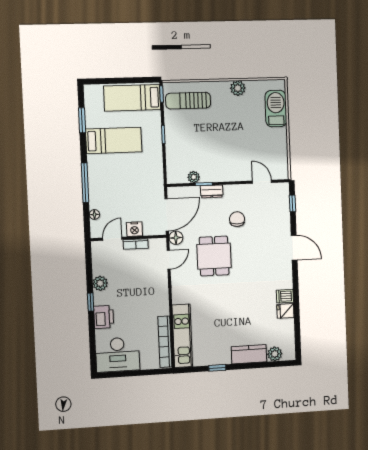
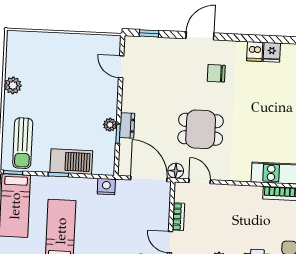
barbecue: (276, 109) -> (71, 162), moved, turned 180
plant: (194, 177) -> (110, 125), moved
door: (262, 182) -> (121, 67), hinge flipped
chair: (237, 219) -> (216, 73), moved
nightstand: (134, 229) -> (106, 187), moved, turned -90

